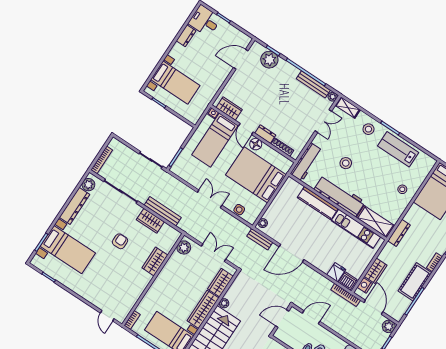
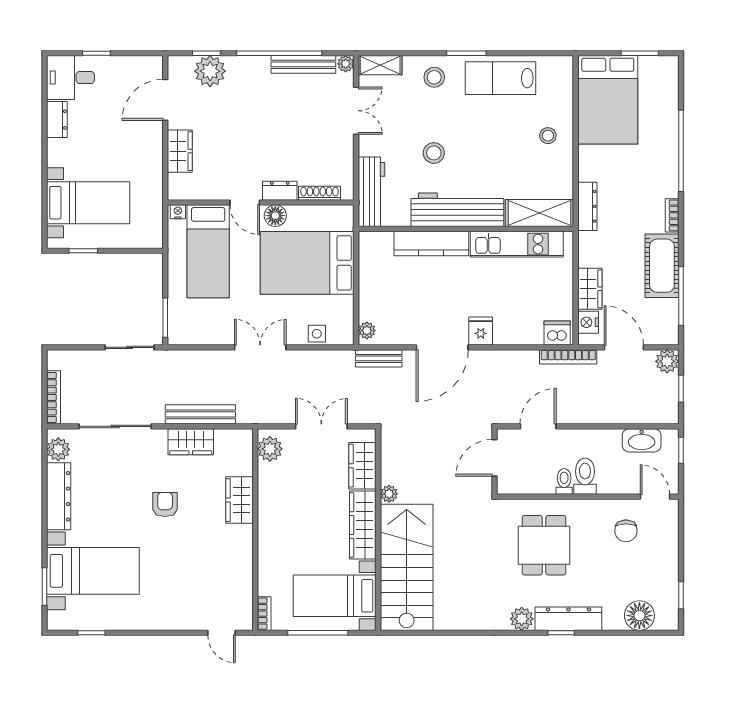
wardrobe: (229, 109) -> (180, 151), moved, turned 90
fridge: (336, 272) -> (481, 331), moved

